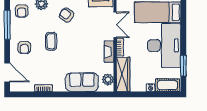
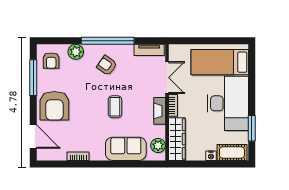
coffee table: (51, 41) -> (115, 107), moved
armchair: (24, 48) -> (54, 106), width x1.88, depth x1.88

